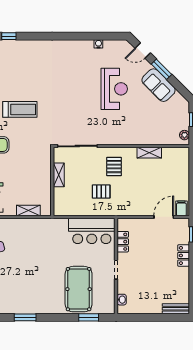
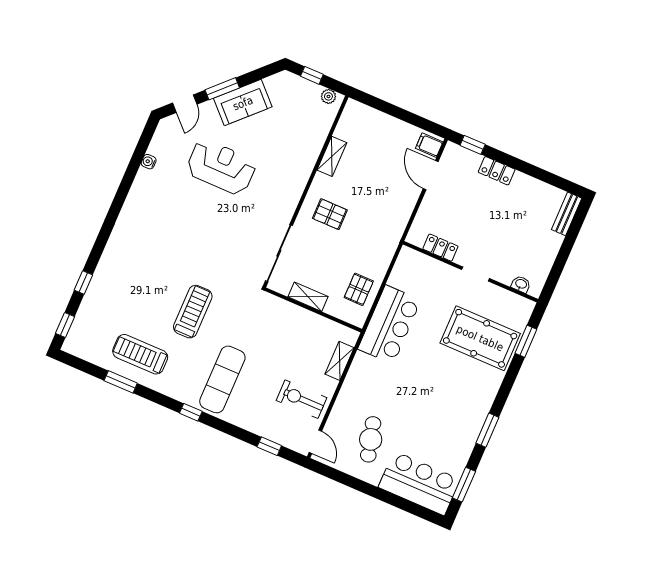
pallet: (101, 191) -> (359, 289), moved
bar counter: (92, 231) -> (389, 324), moved

